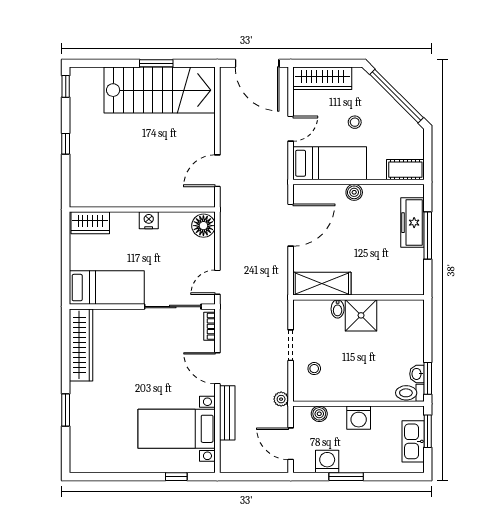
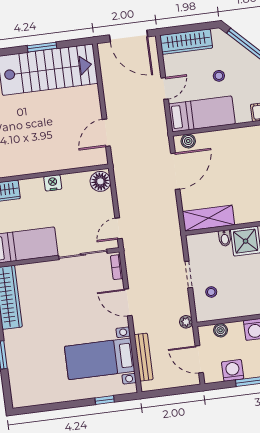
boiler: (354, 192) -> (188, 141), moved
bench: (227, 413) -> (144, 357), moved

